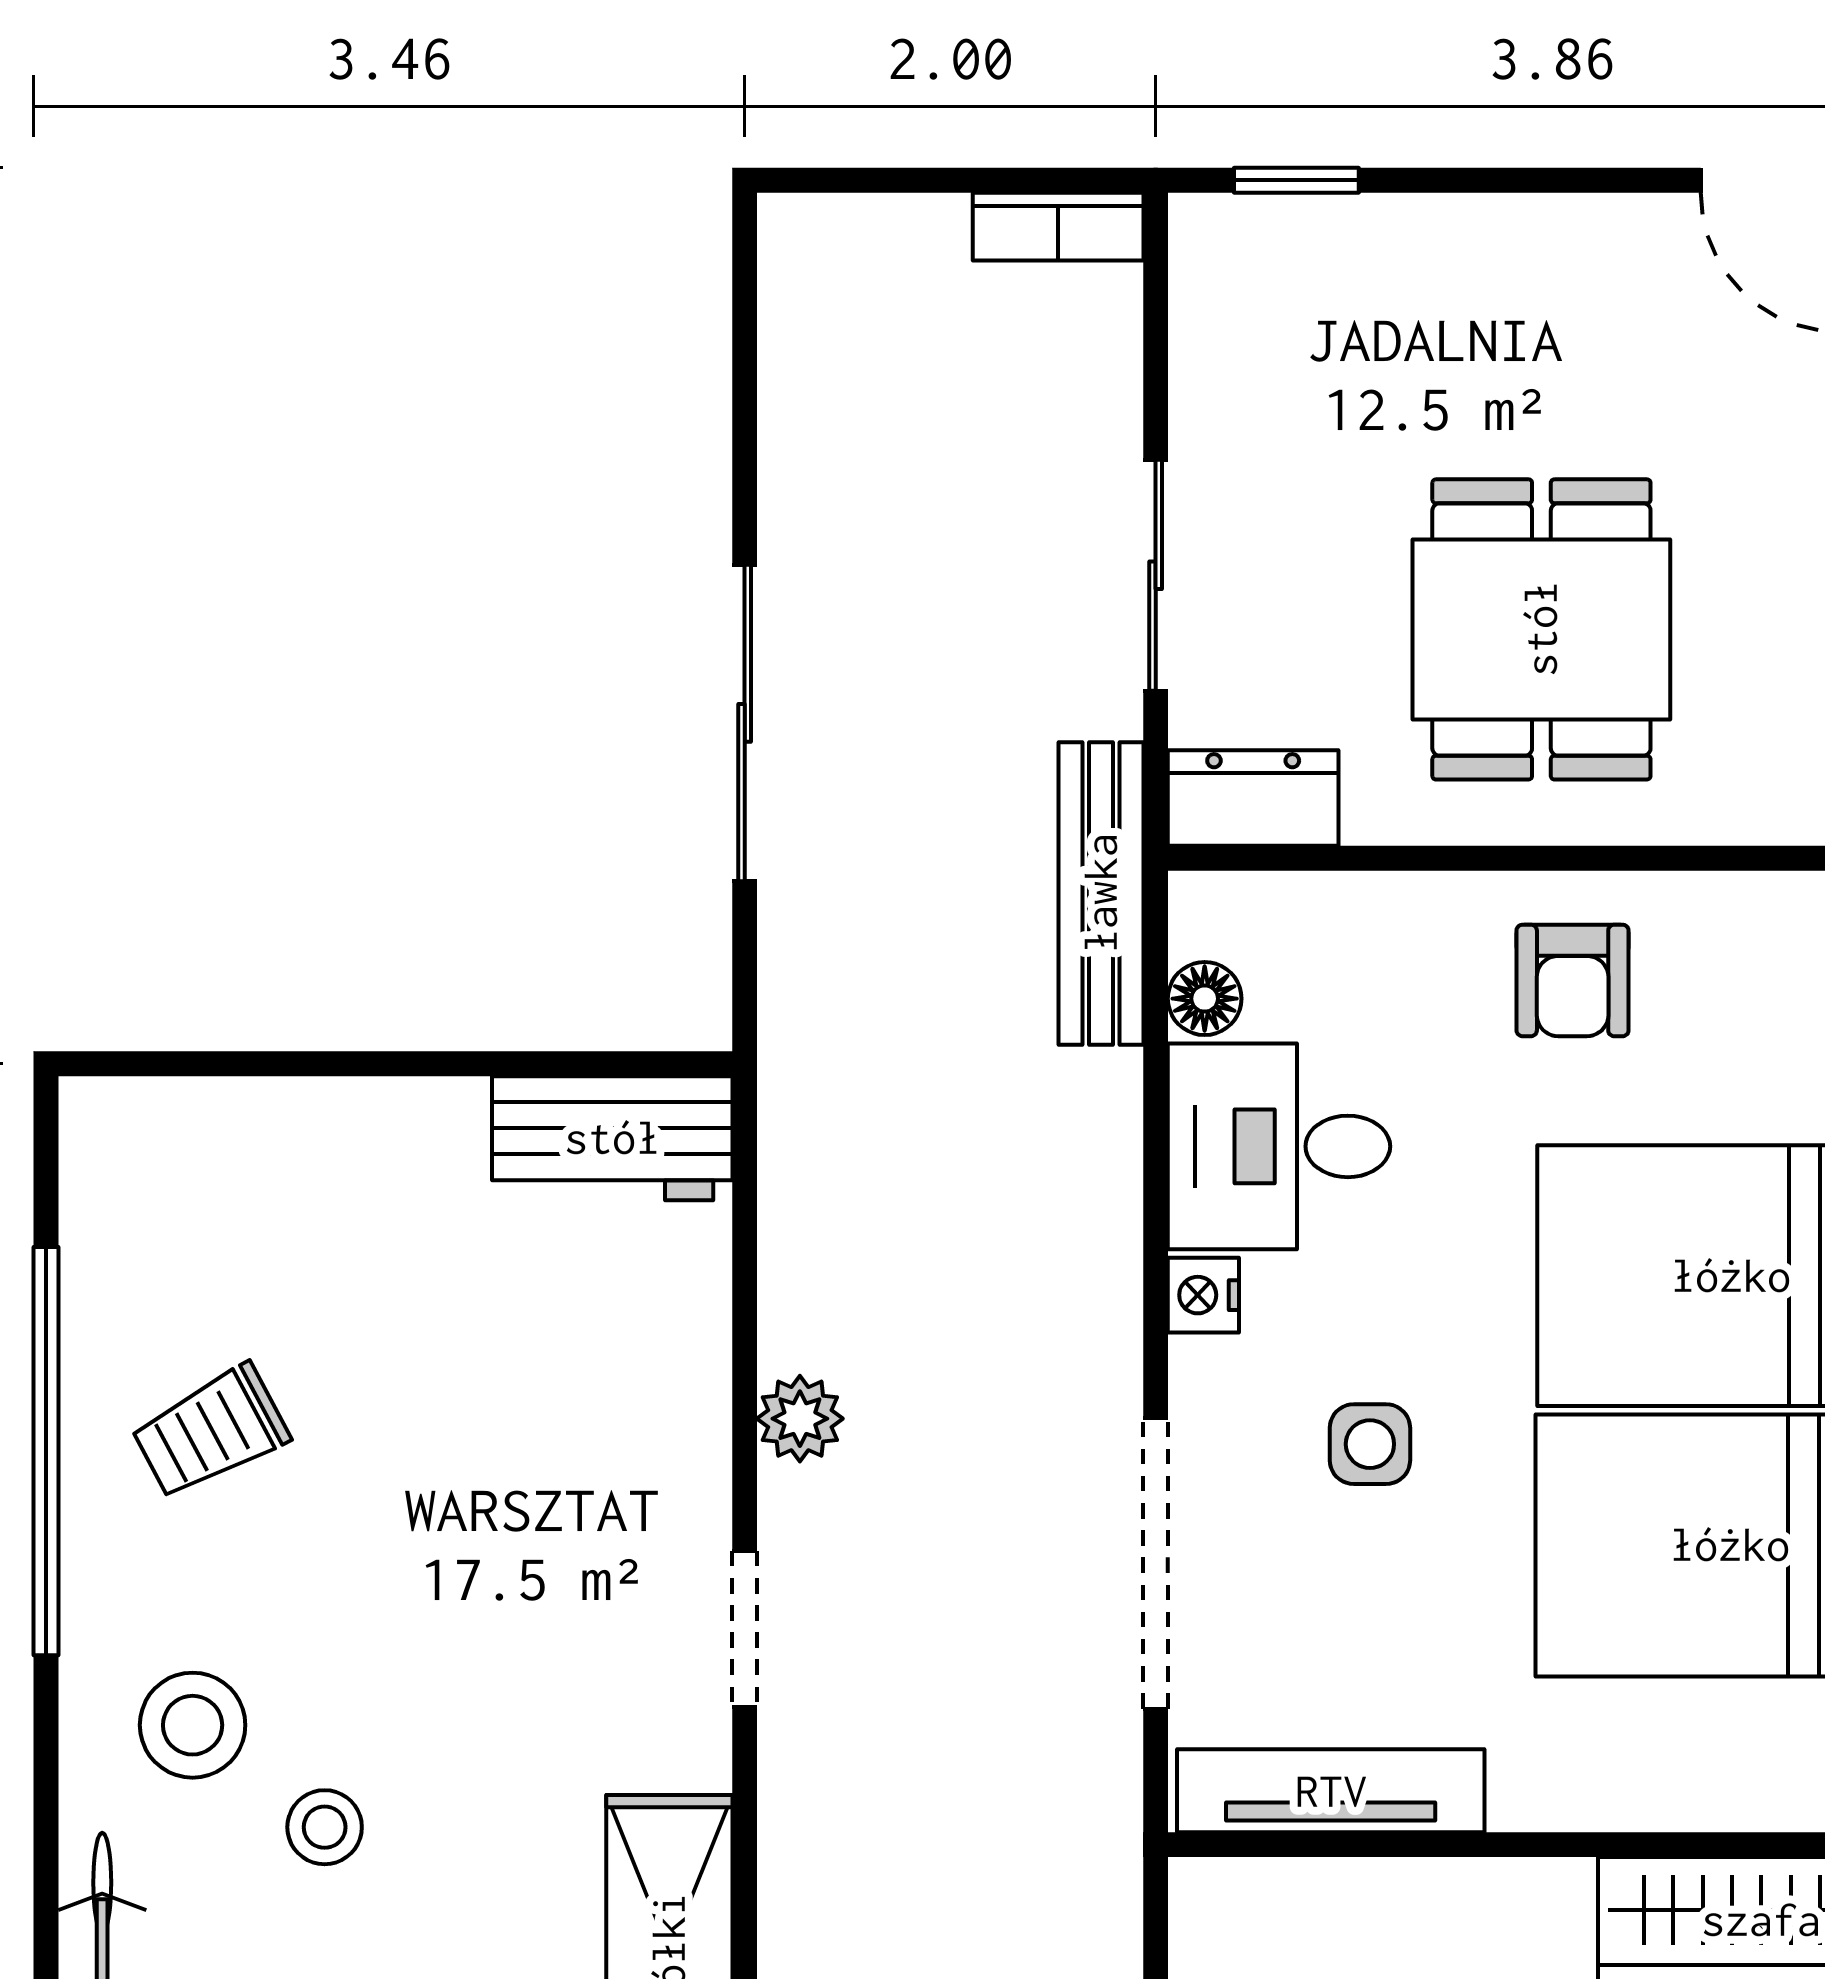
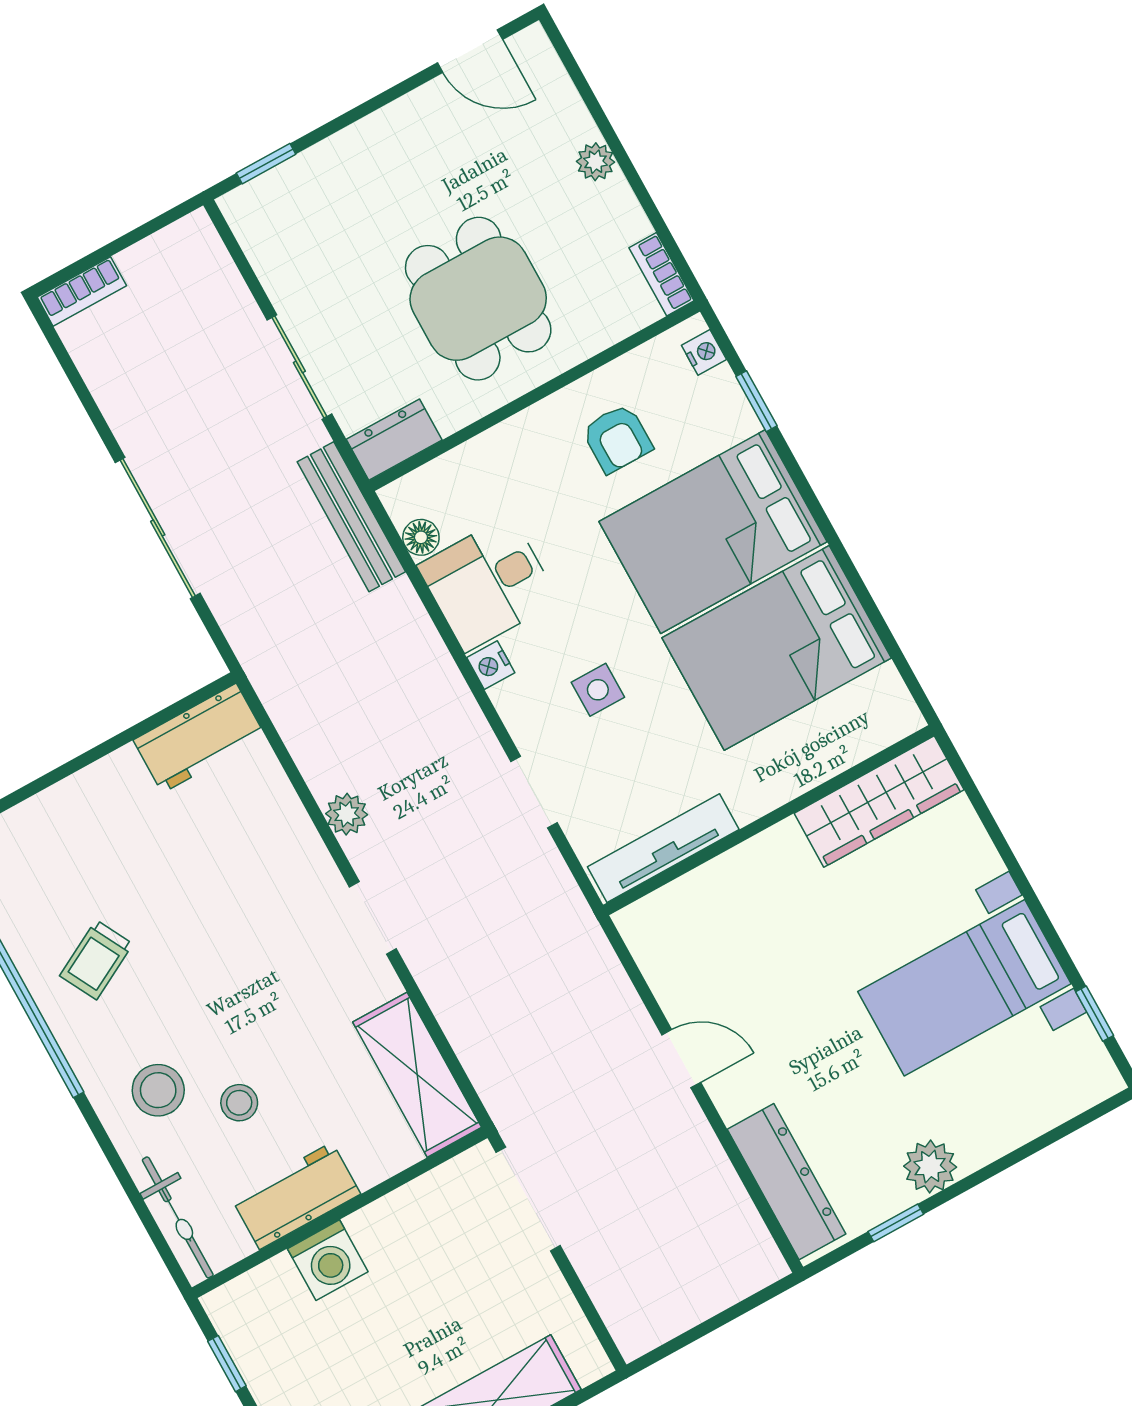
bookcase: (1058, 227) -> (82, 291), moved
armchair: (1573, 980) -> (617, 438), moved
doorway: (1156, 1564) -> (534, 792), width x0.53

